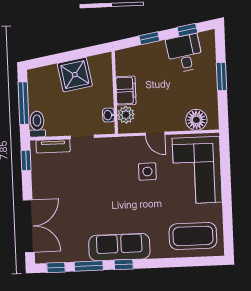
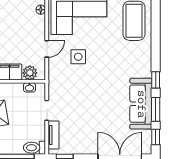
floor lamp: (196, 120) -> (41, 10), width x0.53, depth x0.53
sofa: (119, 247) -> (141, 104), moved

